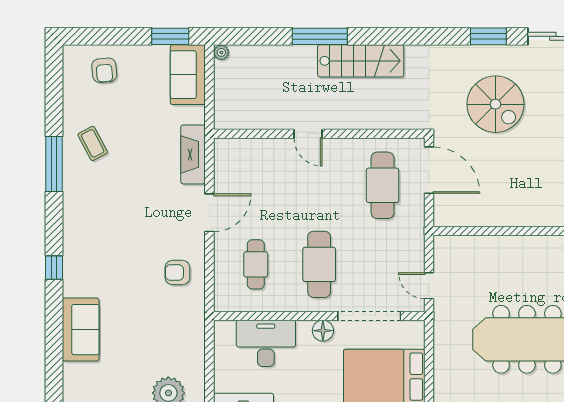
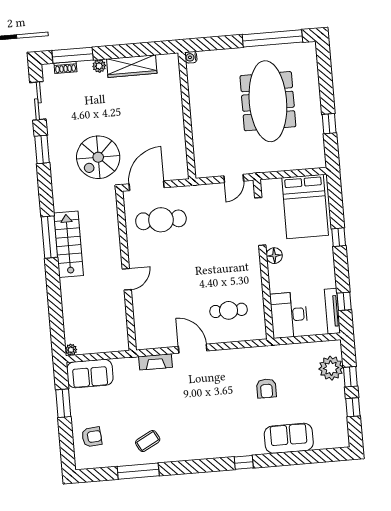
window: (170, 36) -> (63, 403), moved
window: (320, 36) -> (49, 237), moved
spiral stairs: (495, 104) -> (98, 157), moved, turned 180
fireplace: (193, 154) -> (155, 362), width x0.73, depth x0.76
window: (54, 164) -> (138, 471), moved
cafe table: (319, 264) -> (225, 263), removed
armchair: (177, 273) -> (266, 388), moved
desk: (266, 343) -> (289, 315), moved

